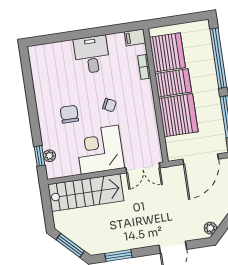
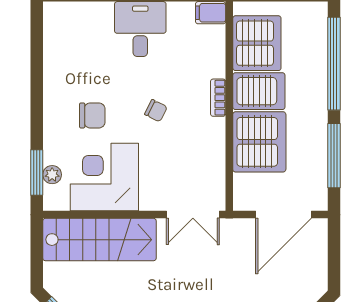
bookcase: (144, 67) -> (218, 98), moved
chair: (69, 114) -> (92, 115), turned 90
corner desk: (100, 150) -> (104, 177), moved
window: (39, 156) -> (37, 173), width x1.50

